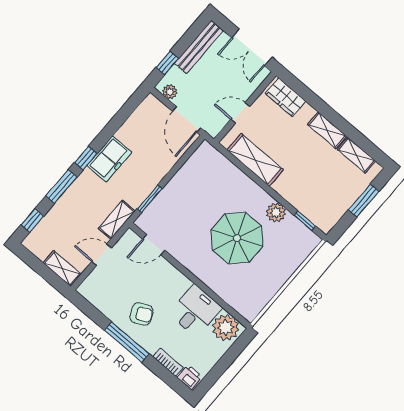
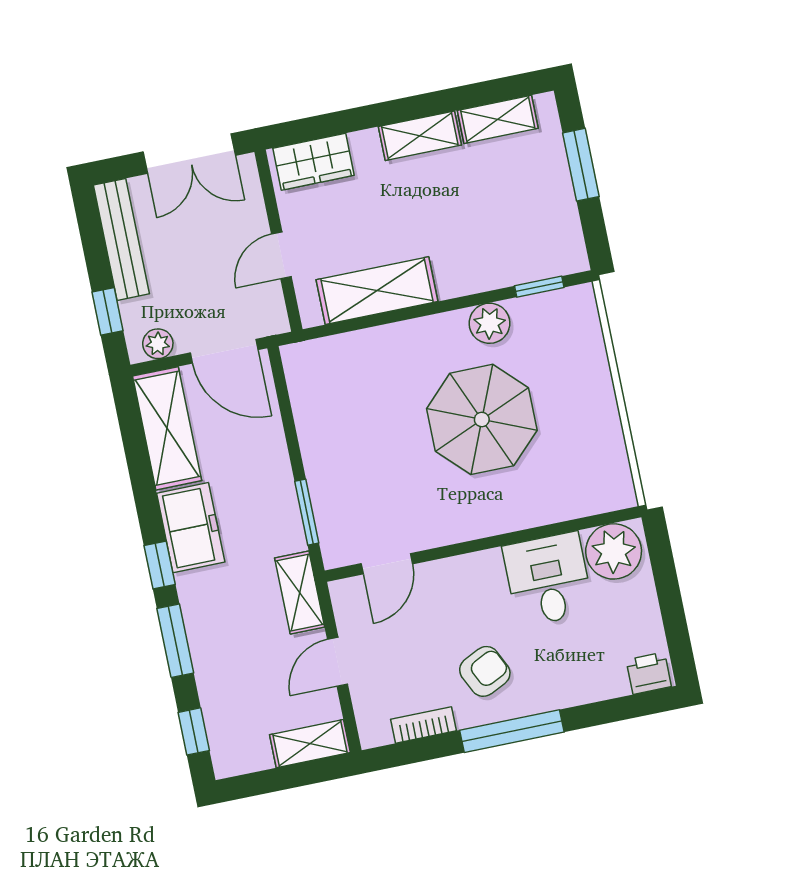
shelving: (140, 120) -> (167, 428), added
bookcase: (168, 362) -> (423, 725), moved

